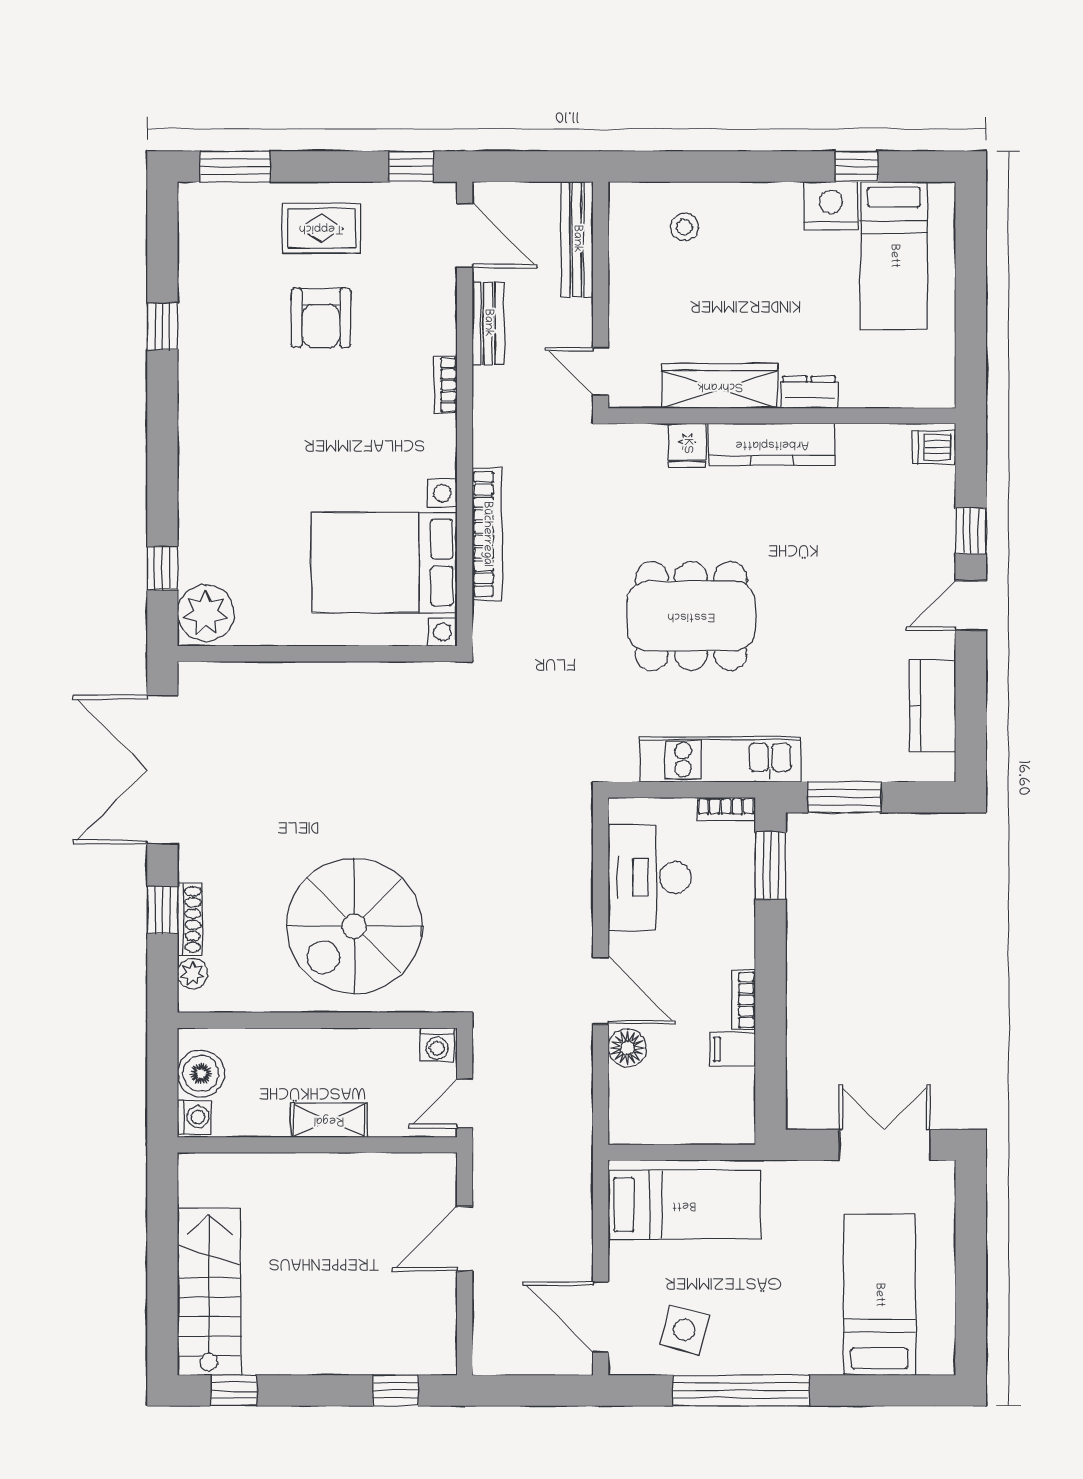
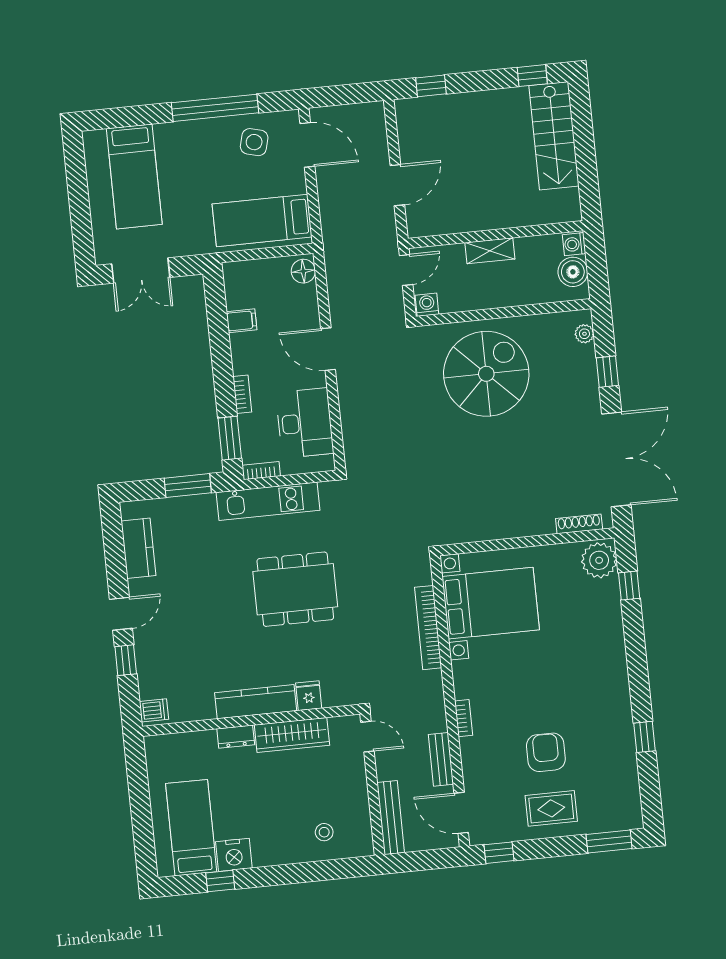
shoe rack: (190, 919) -> (579, 524), moved, turned 90
bookcase: (744, 1000) -> (242, 394), moved
floor lamp: (627, 1048) -> (303, 271), moved

